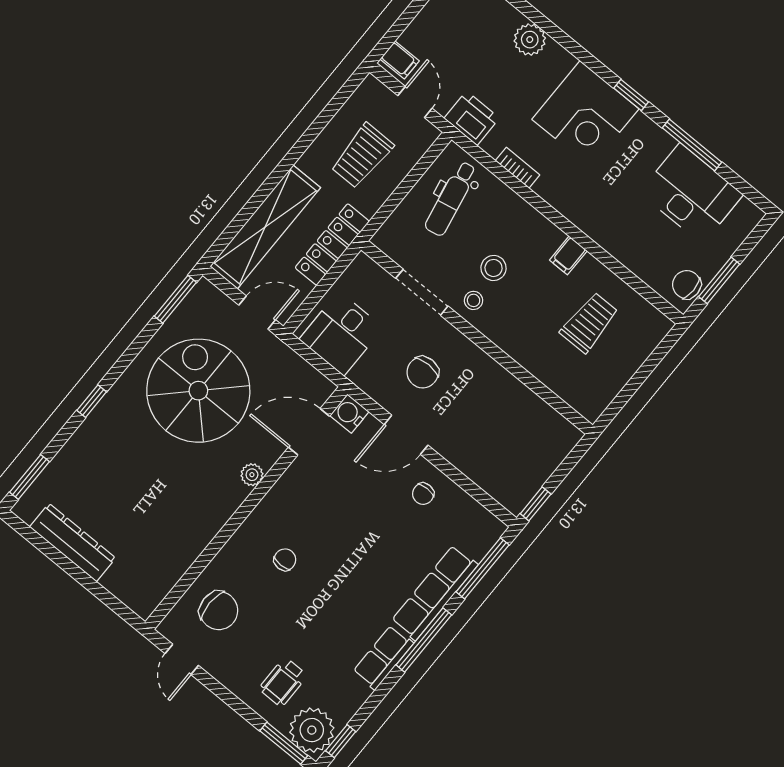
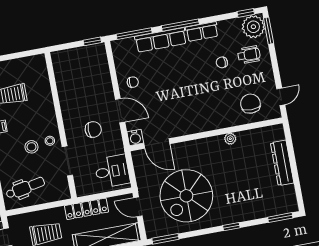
plant: (252, 475) -> (230, 139), moved
dresser: (73, 543) -> (282, 163), moved
chair: (285, 560) -> (222, 62), moved

